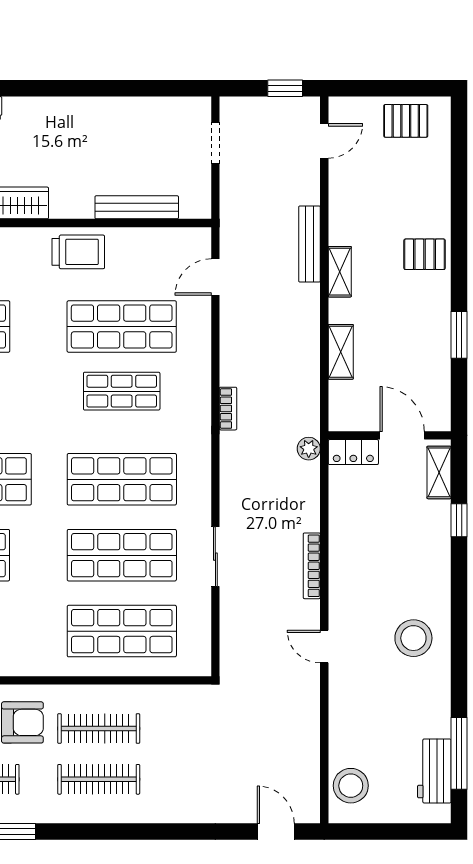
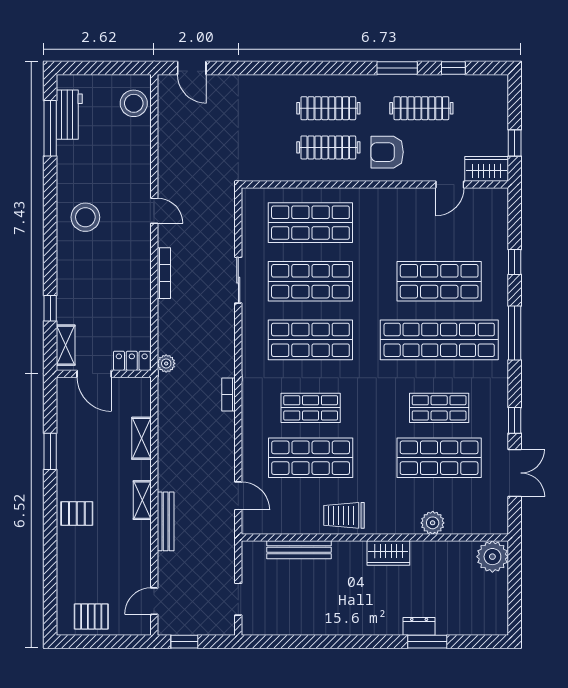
door: (215, 277) -> (238, 496), hinge flipped

